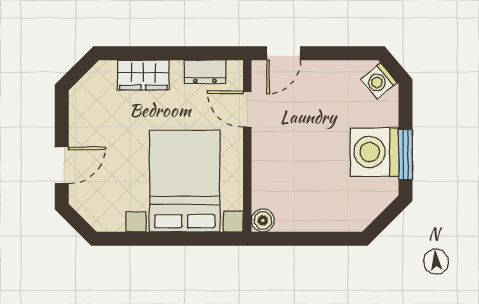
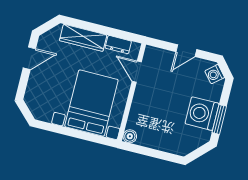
door: (284, 53) -> (186, 51), moved
wardrobe: (143, 75) -> (83, 38), width x1.50
door: (62, 165) -> (29, 58), moved

